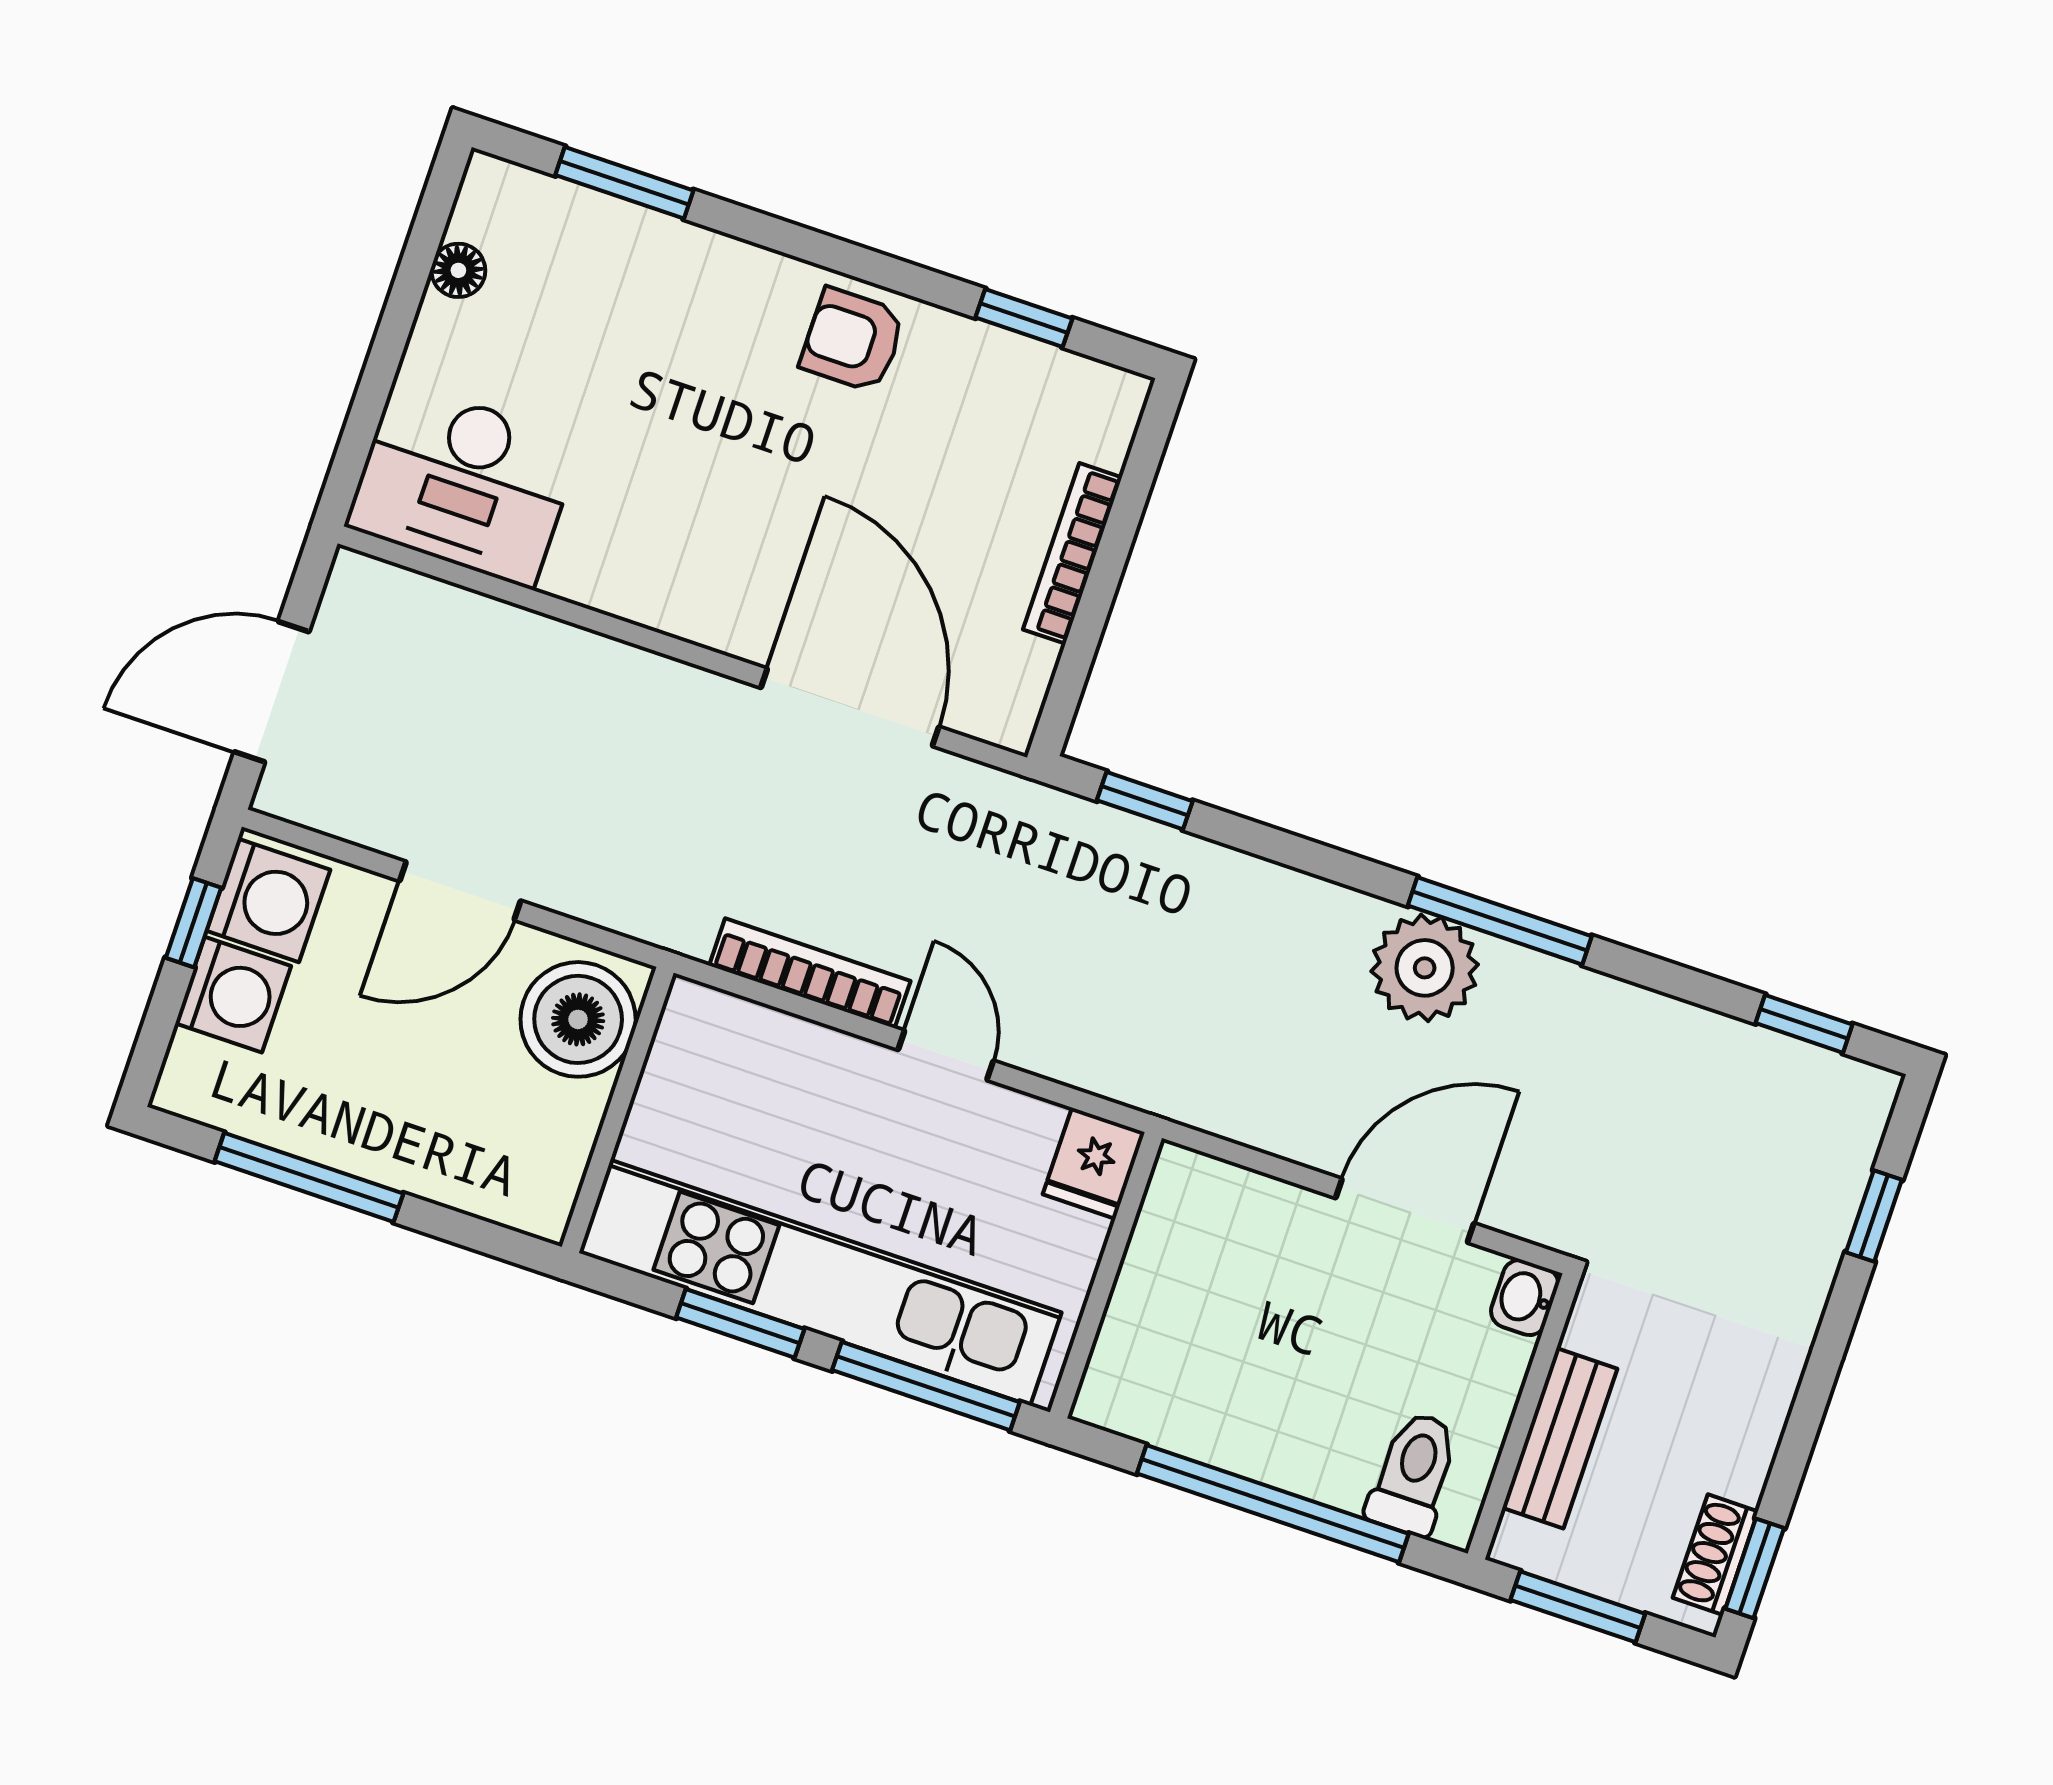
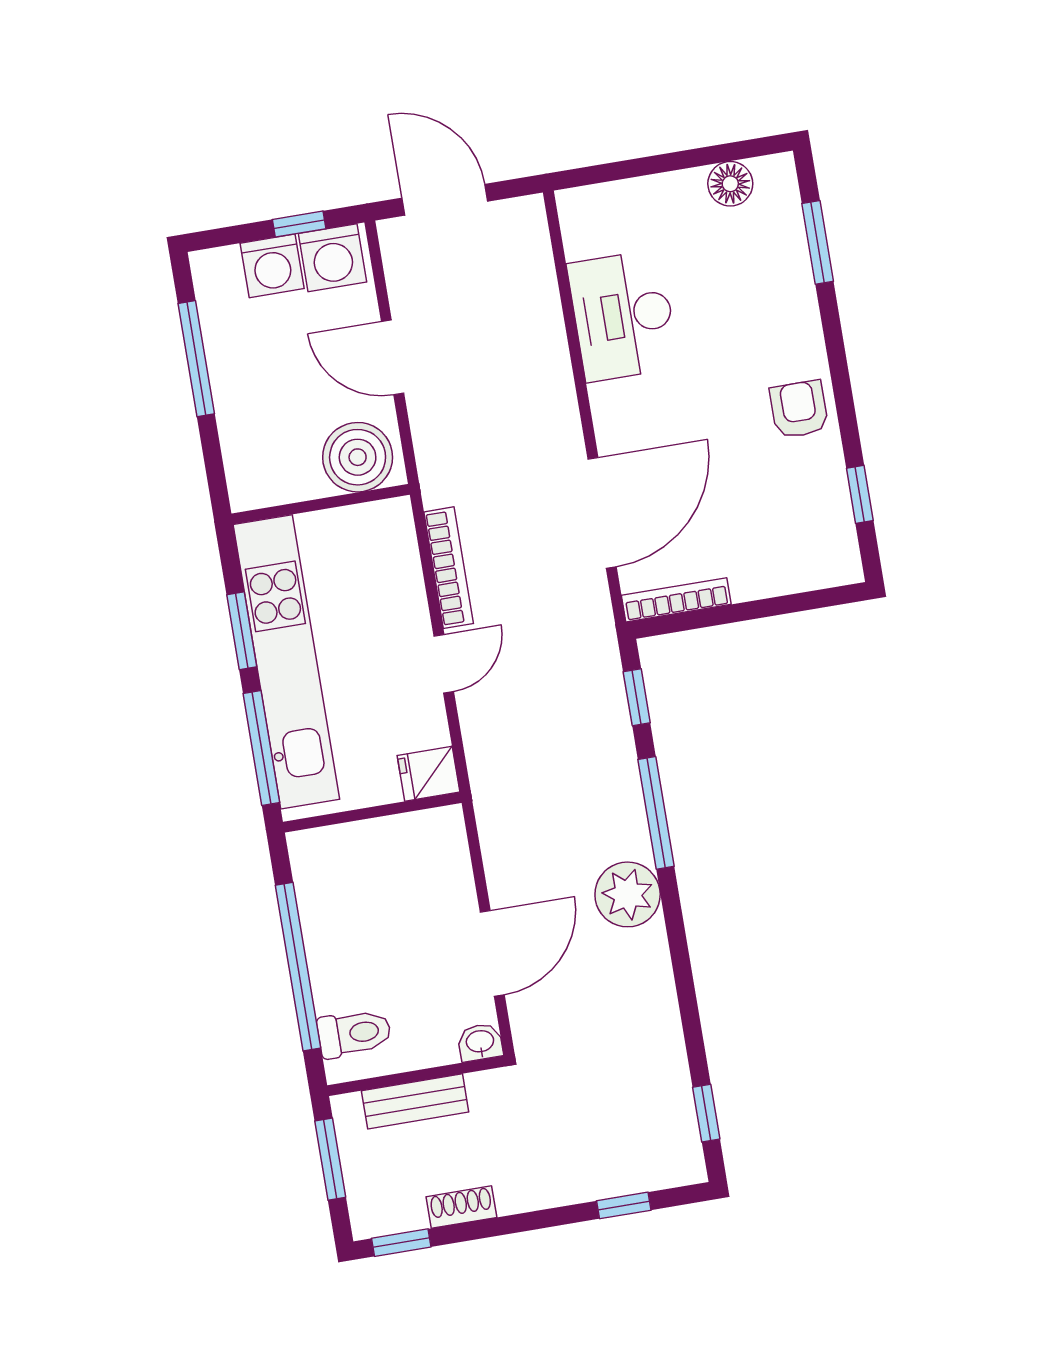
floor lamp: (458, 270) -> (730, 184), width x1.37, depth x1.37
desk: (463, 484) -> (623, 316), moved
bookcase: (1073, 553) -> (676, 600), moved
window: (1500, 921) -> (656, 813), moved
door: (1405, 1211) -> (492, 953), hinge flipped
shoe rack: (1715, 1555) -> (461, 1207), moved

